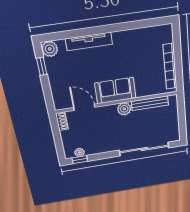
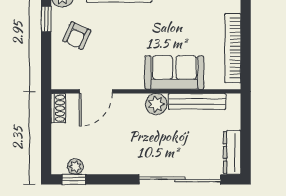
armchair: (65, 74) -> (77, 36), added
sofa: (115, 91) -> (174, 73), moved
door: (84, 107) -> (96, 91), swing flipped
dresser: (174, 129) -> (232, 152), added

